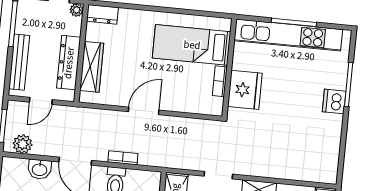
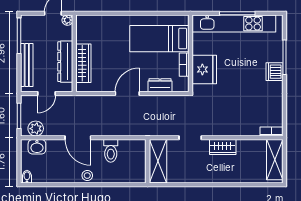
dresser: (102, 14) -> (160, 85), moved, turned 180
bookcase: (123, 158) -> (272, 132), moved
washbasin: (40, 169) -> (37, 147), moved

